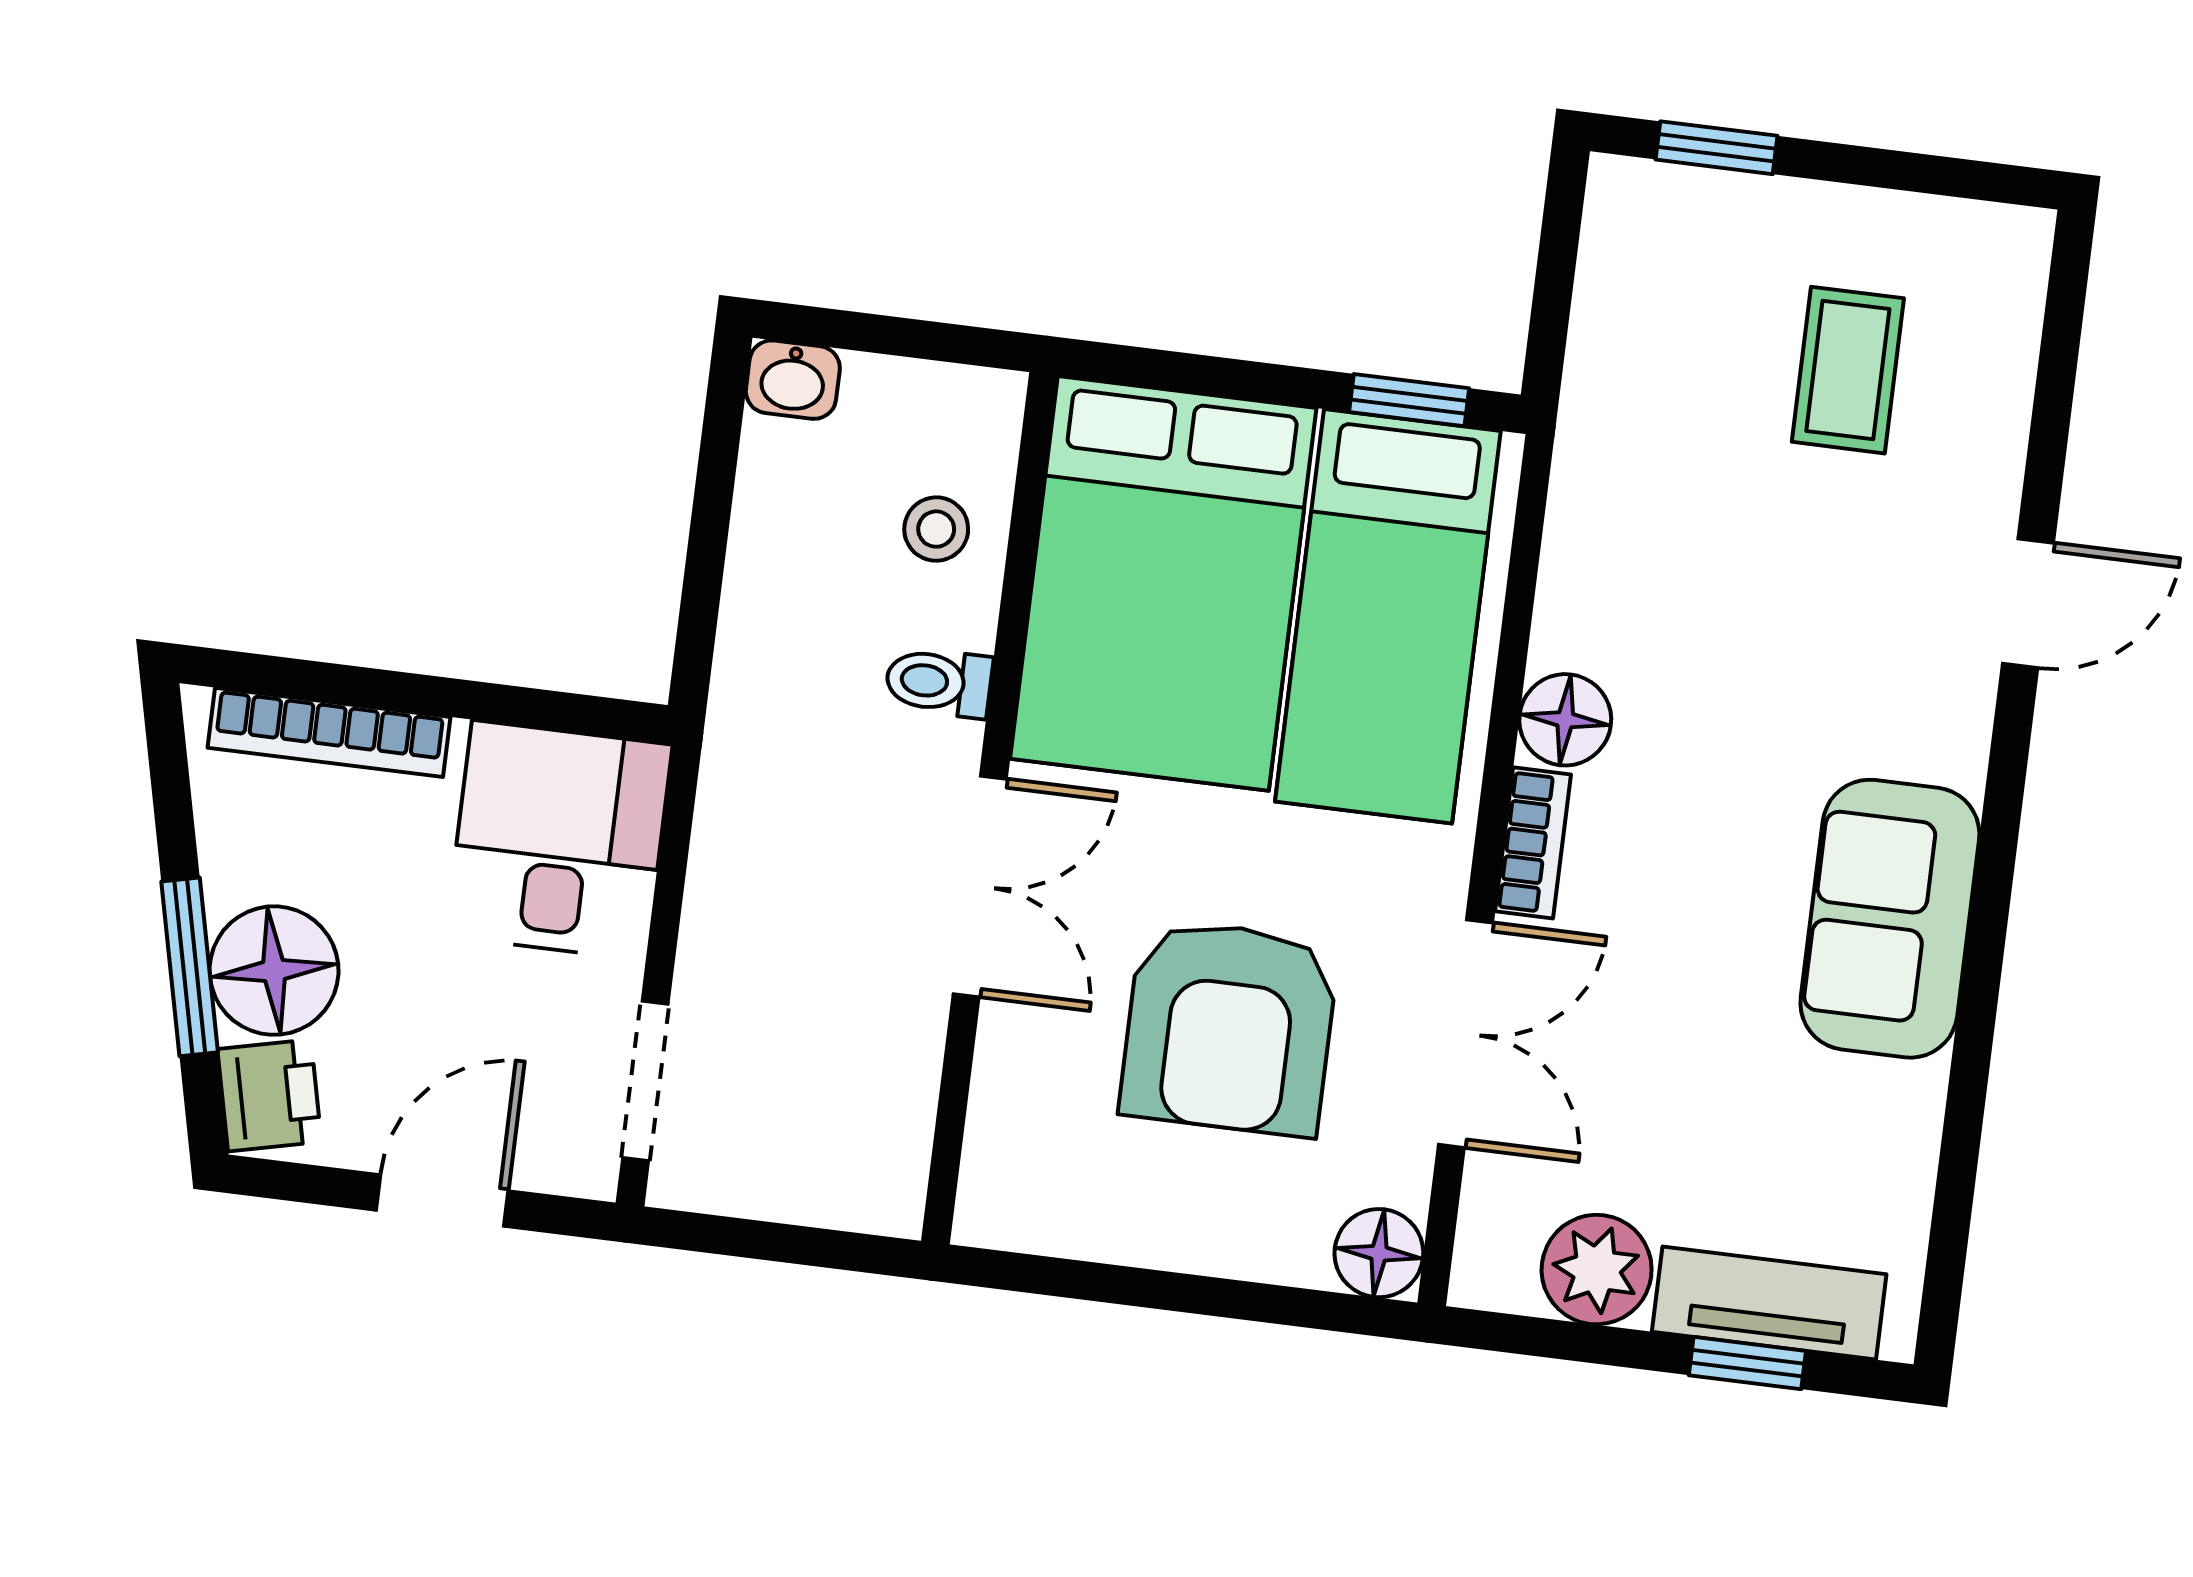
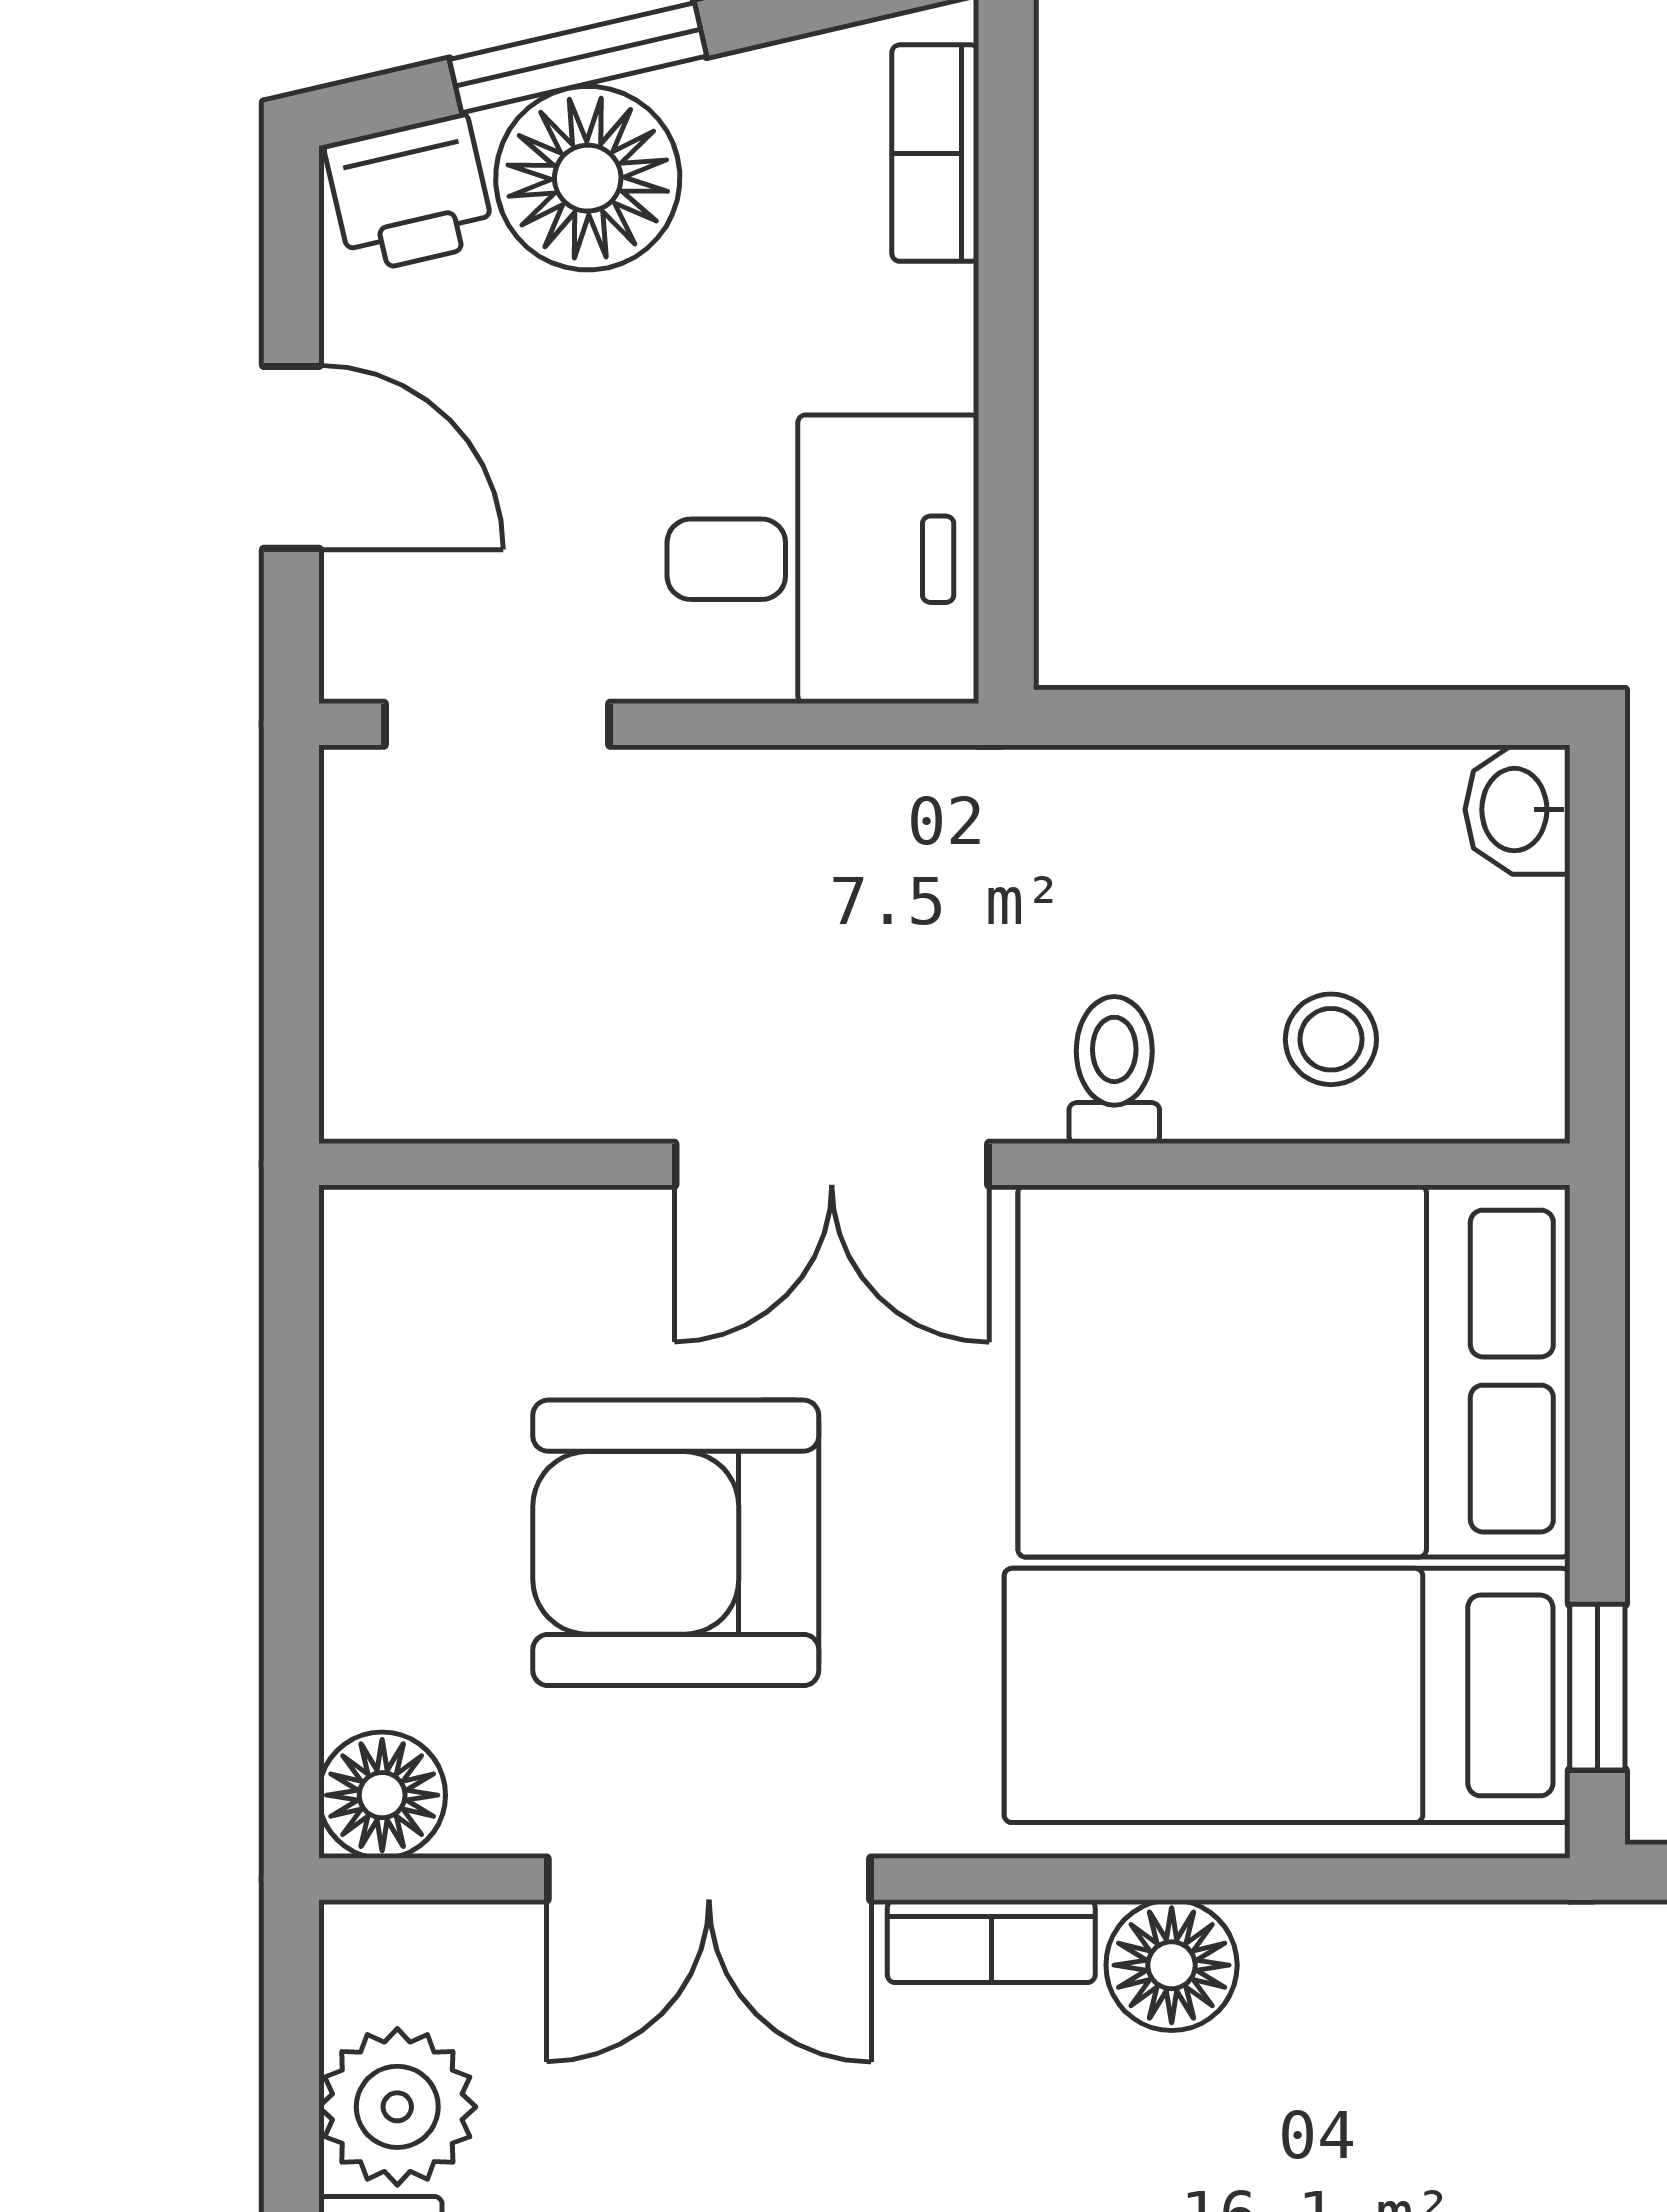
bookcase: (329, 732) -> (935, 153), width x0.64

